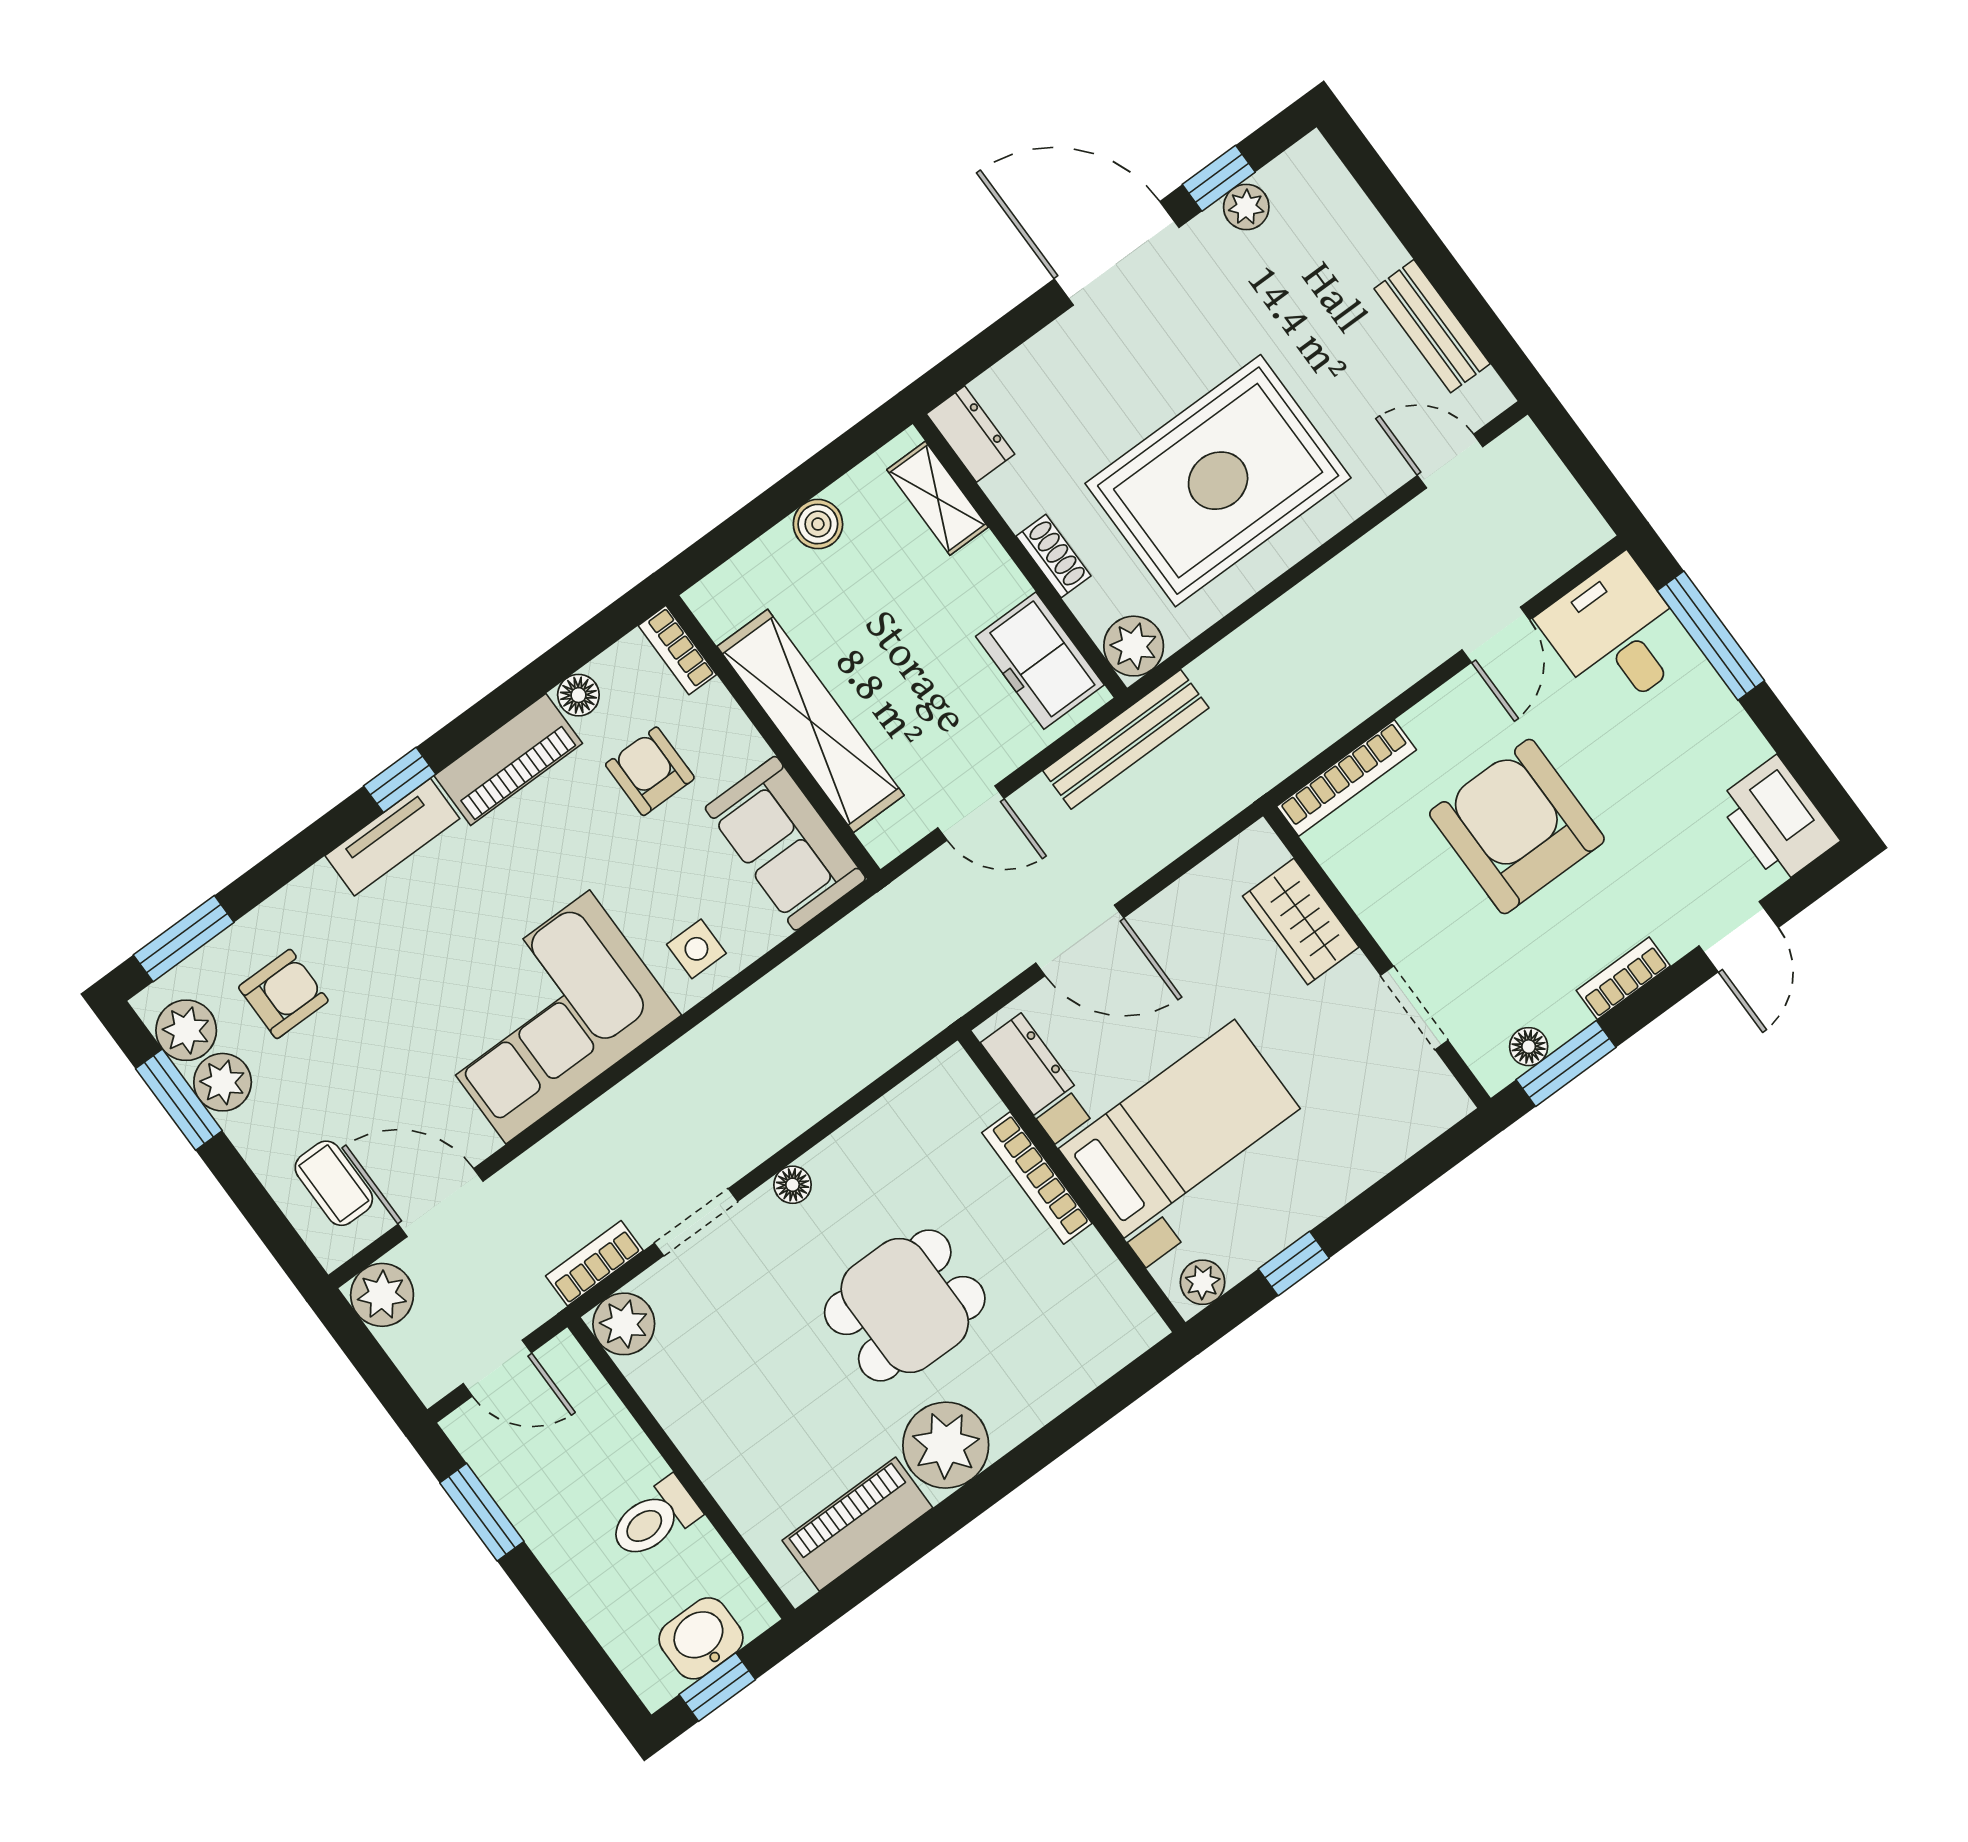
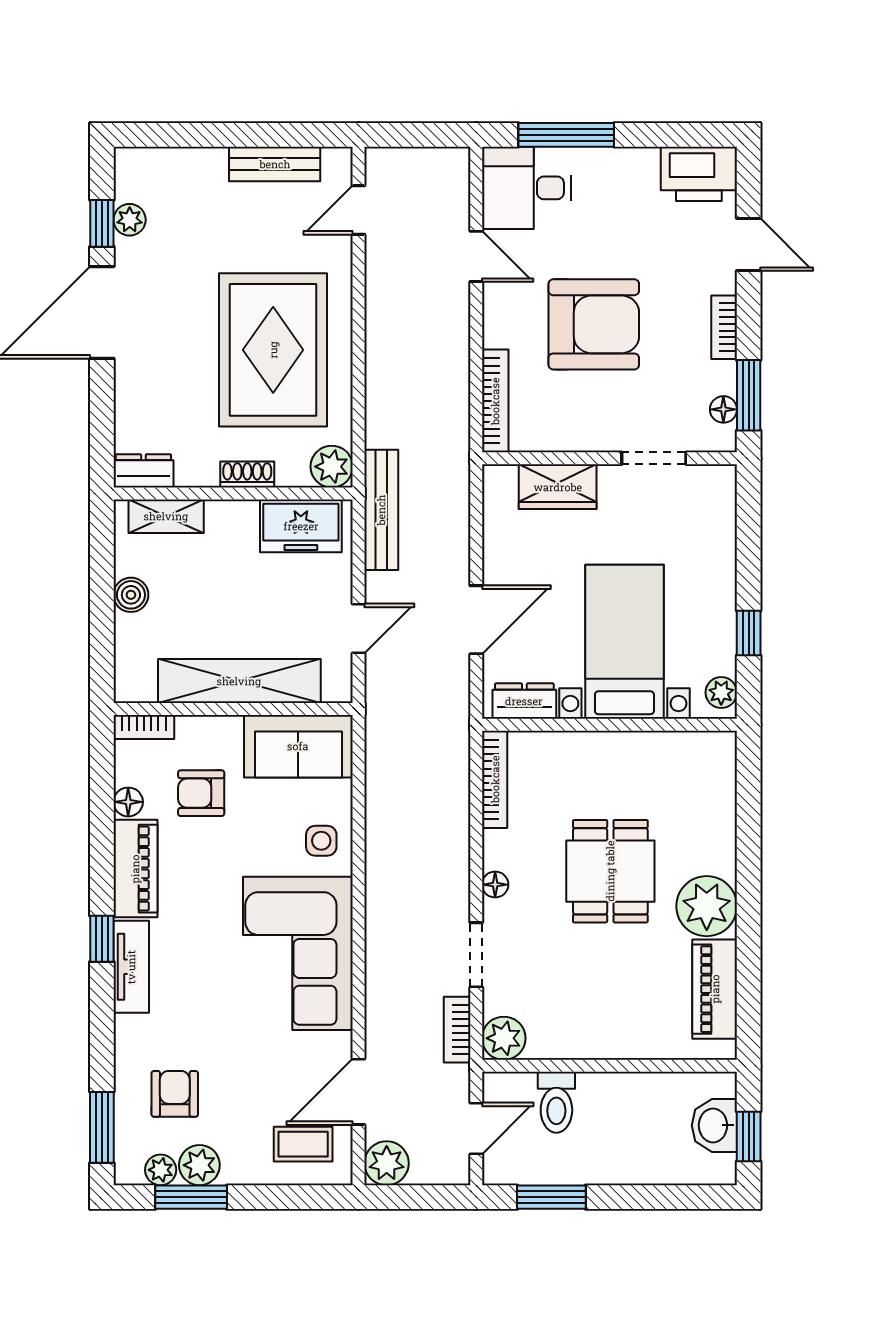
armchair: (1517, 827) -> (594, 324), turned 180
plant: (186, 1030) -> (161, 1170), width x0.73, depth x0.73
bookcase: (1037, 1178) -> (495, 779), moved, turned -90
toilet: (654, 1519) -> (556, 1102), moved

